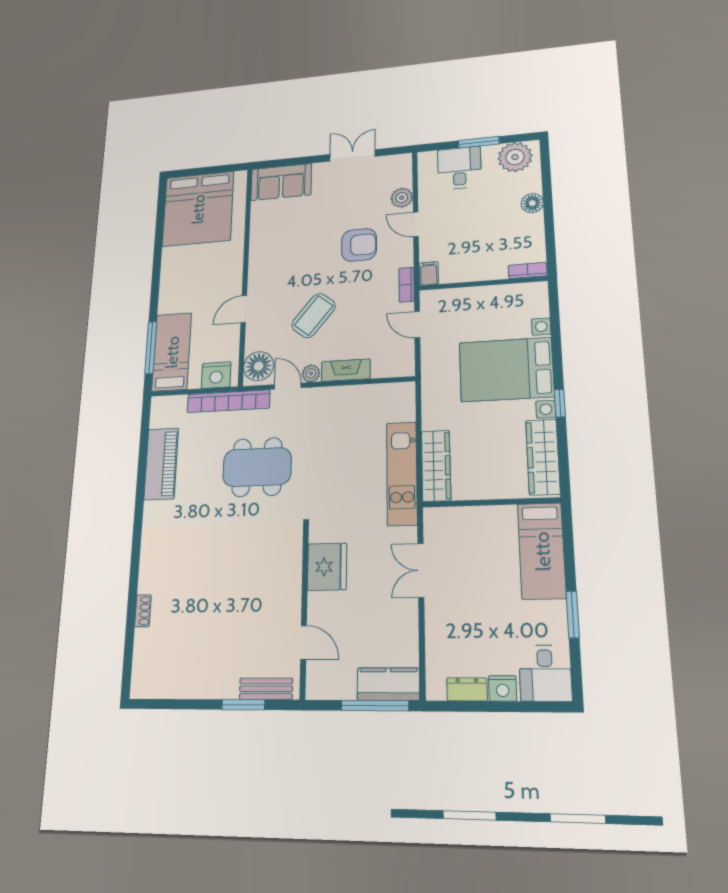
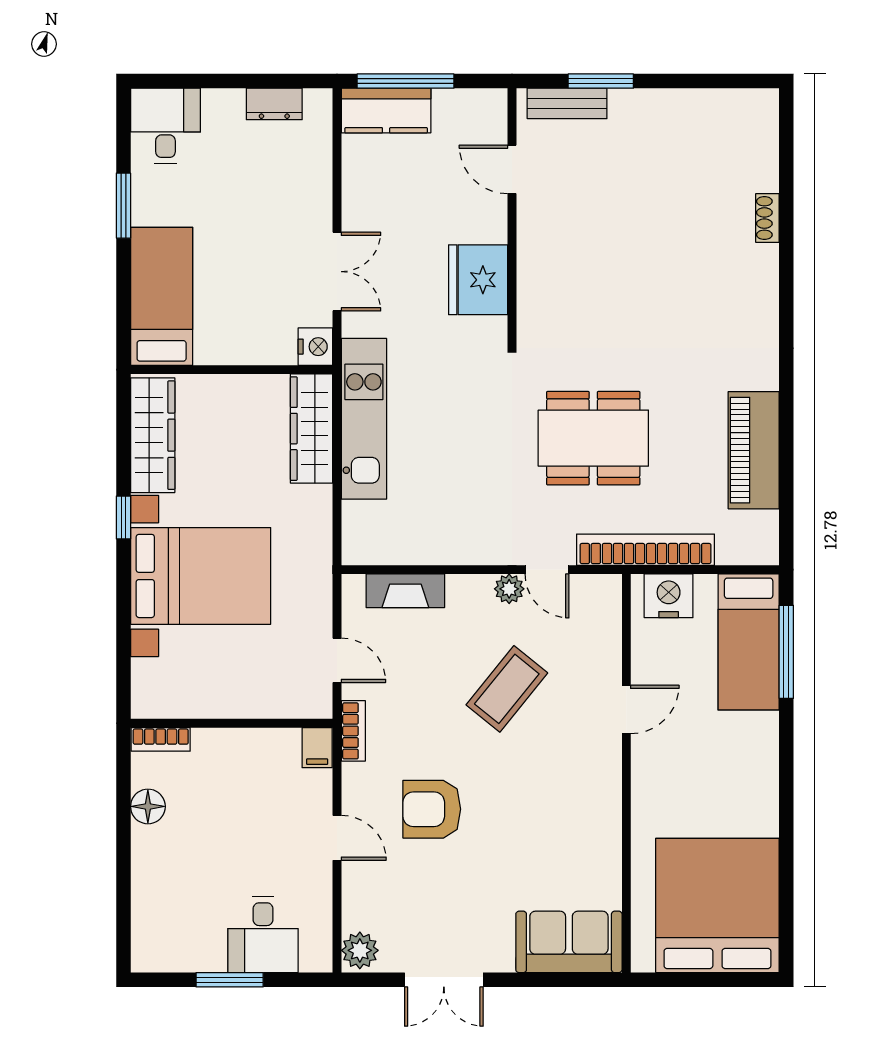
plant: (515, 157) -> (172, 945), removed
plant: (402, 198) -> (360, 950), moved
floor lamp: (532, 203) -> (148, 806), moved
floor lamp: (259, 366) -> (597, 607), removed
fireplace: (346, 370) -> (405, 591), moved
nightstand: (503, 688) -> (315, 347), moved, turned 90

